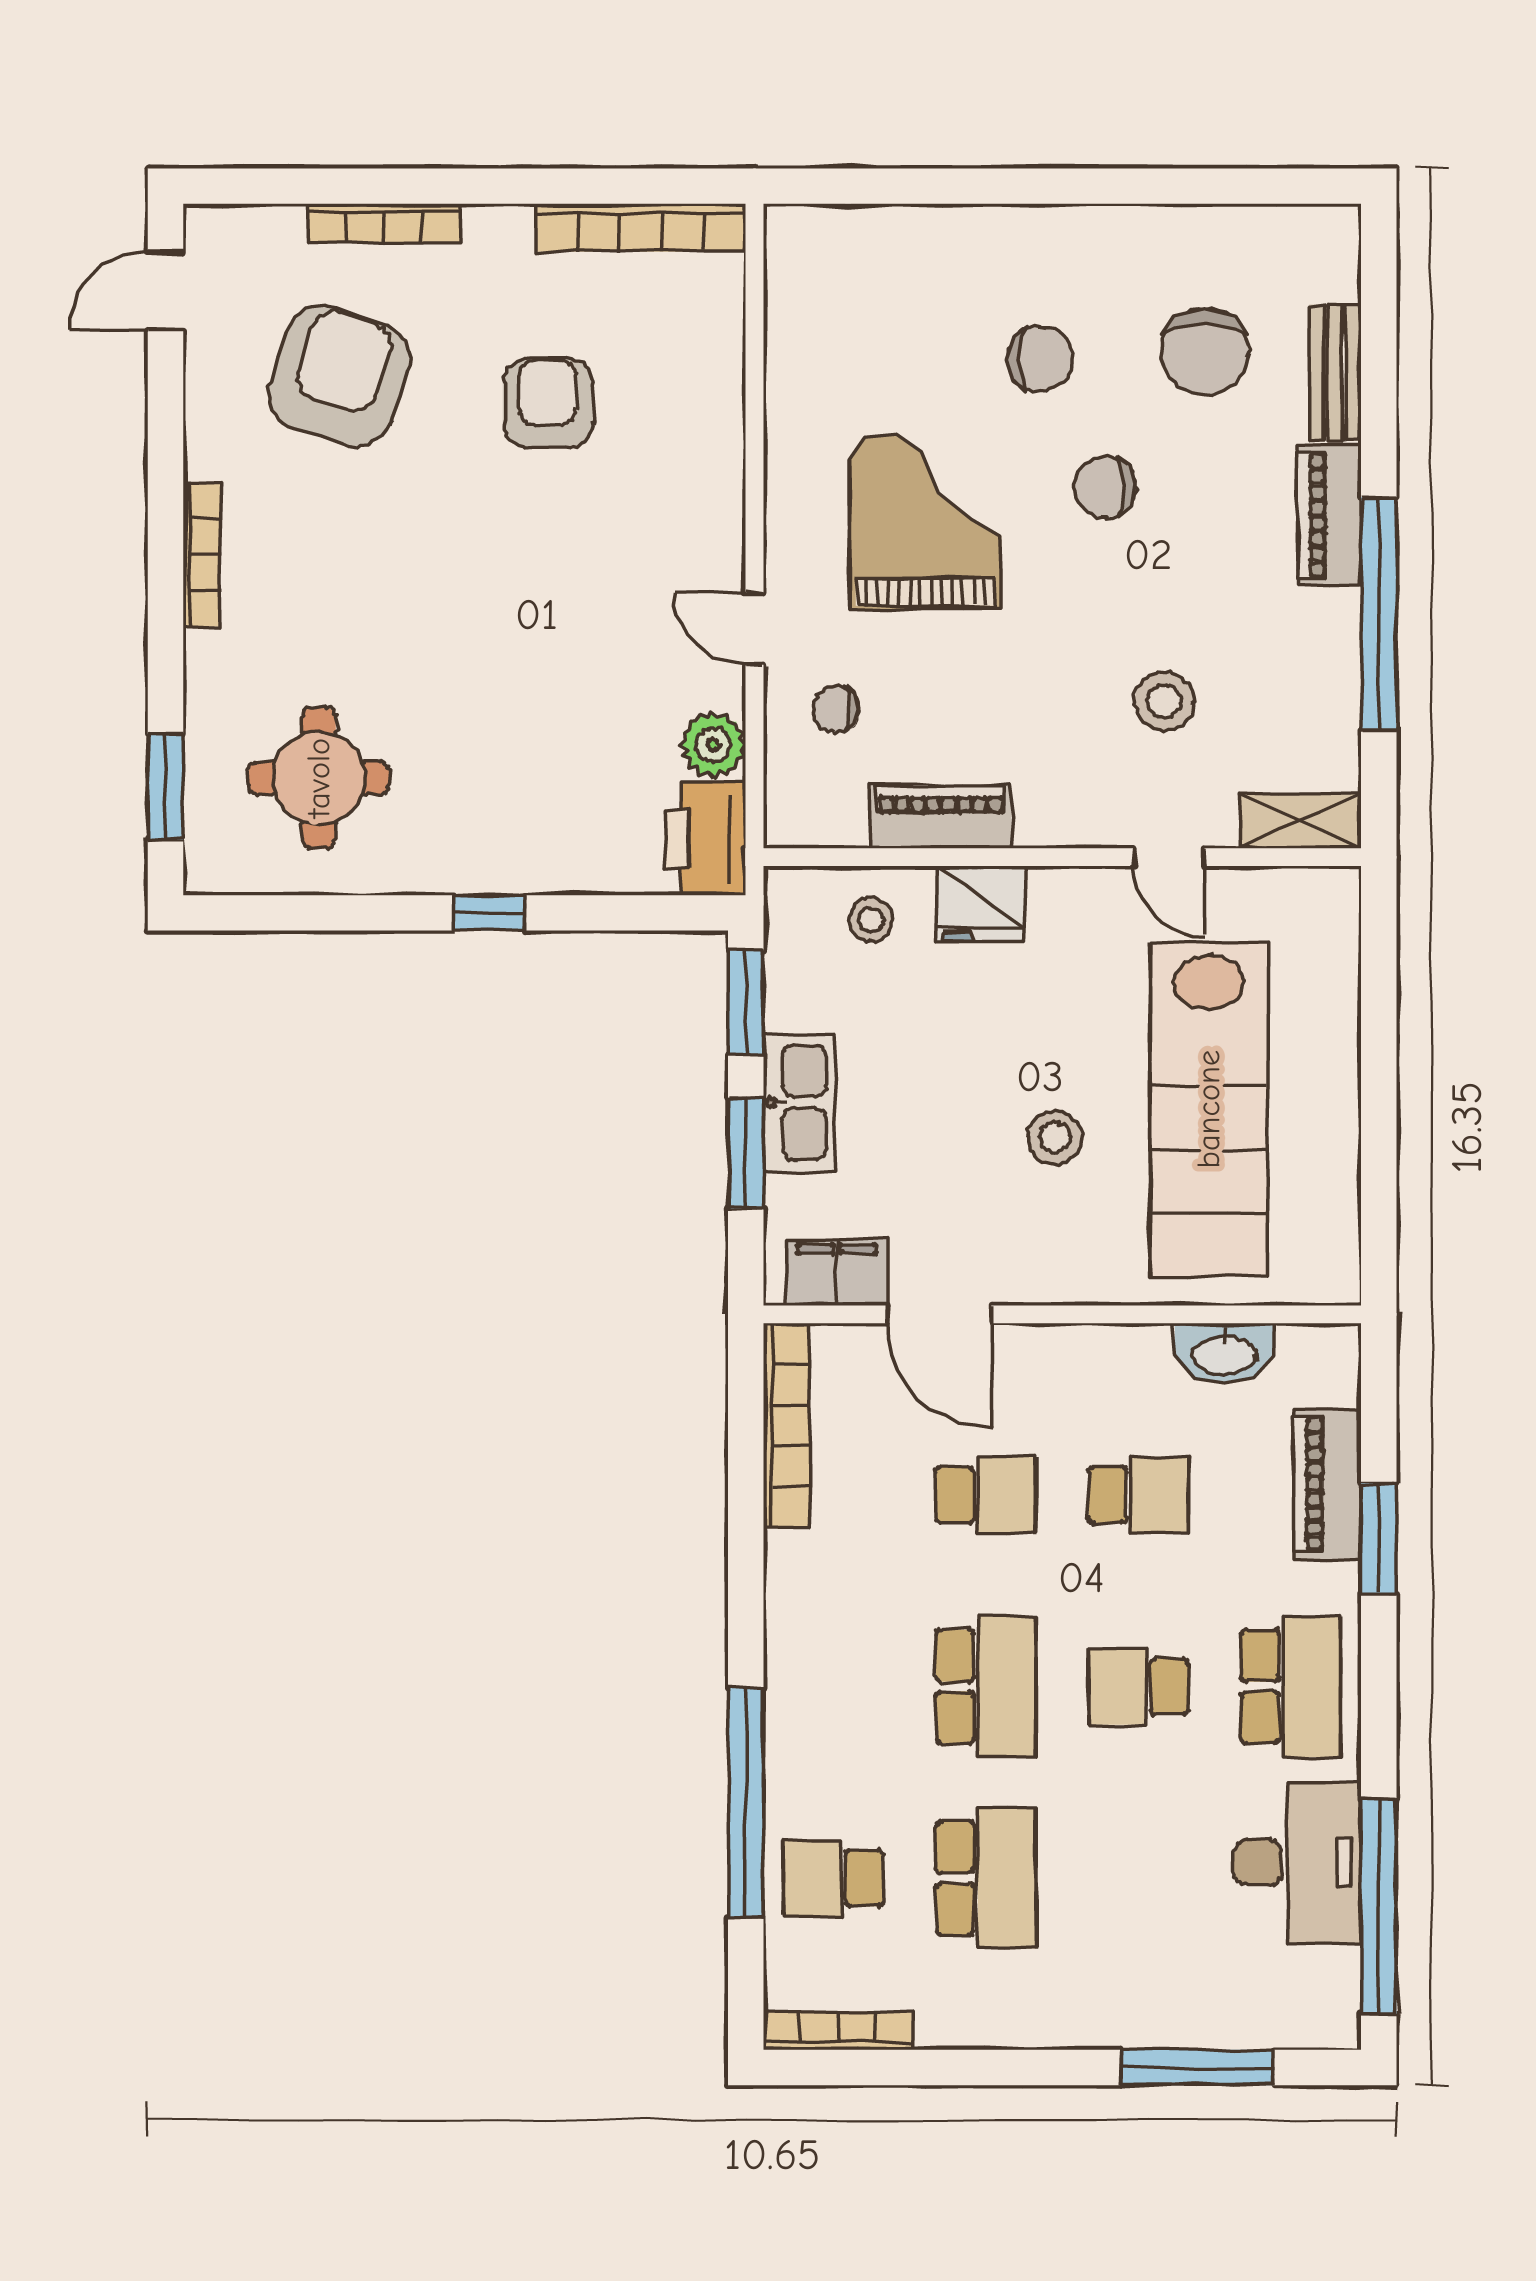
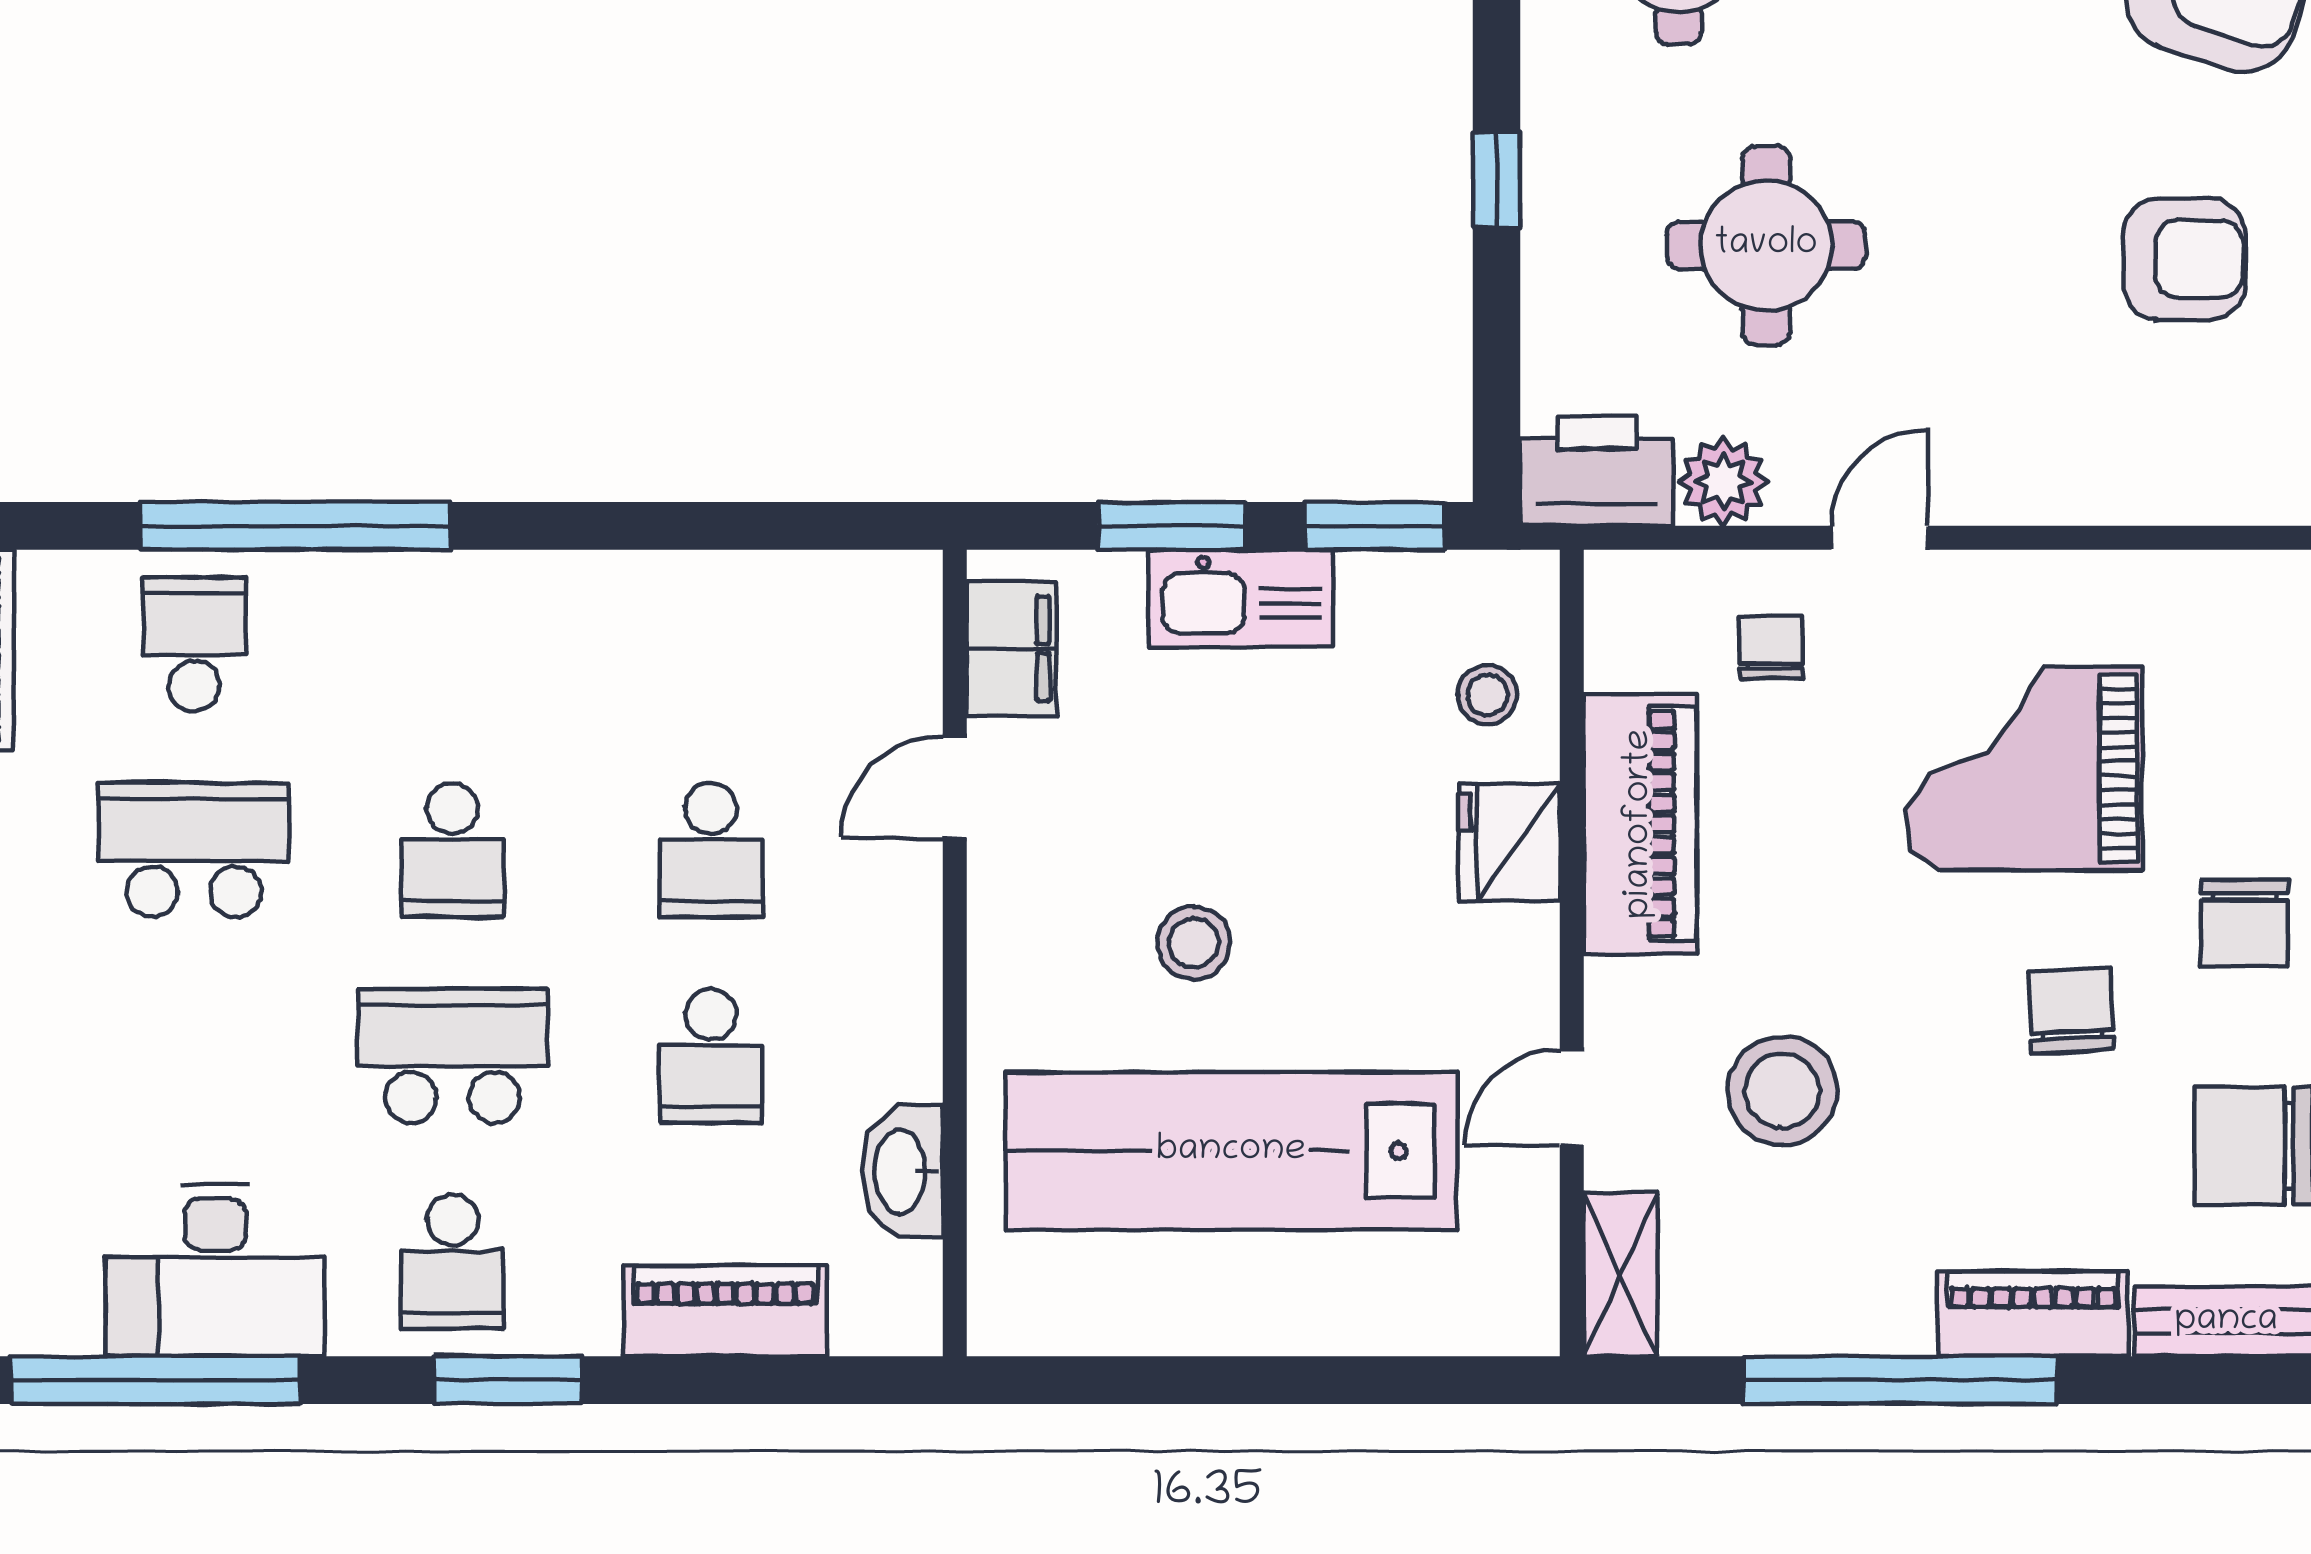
grand piano: (925, 522) -> (2024, 768), turned 180
stool: (1164, 701) -> (1782, 1091), width x1.38, depth x1.38
round table: (538, 713) -> (1766, 245), added
piano: (941, 817) -> (1640, 824), width x1.37, depth x1.33
door: (939, 1314) -> (955, 787), width x0.73
bookcase: (786, 1425) -> (805, 581), removed
window: (1379, 1538) -> (508, 1380), moved
school desk: (986, 1687) -> (453, 850), width x0.54
school desk: (1138, 1687) -> (453, 1056), width x1.85
school desk: (1291, 1687) -> (453, 1262), width x0.54
school desk: (986, 1878) -> (194, 850), turned 180

